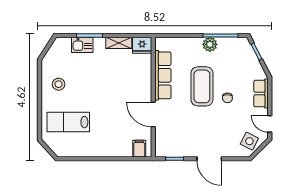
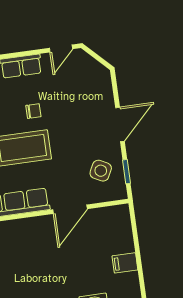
side table: (249, 141) -> (101, 171), moved
filing cabinet: (139, 149) -> (125, 263), moved

